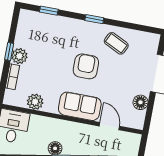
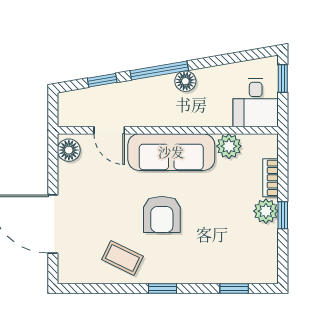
floor lamp: (140, 102) -> (69, 150), moved
sofa: (80, 106) -> (171, 152), width x1.36

